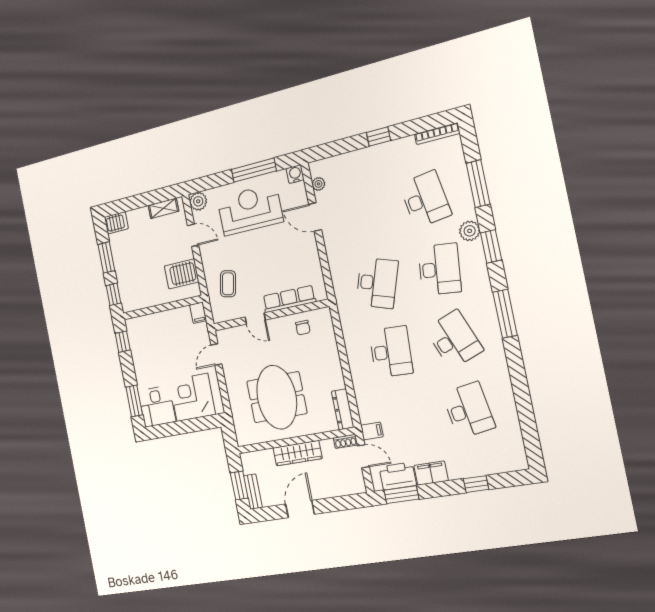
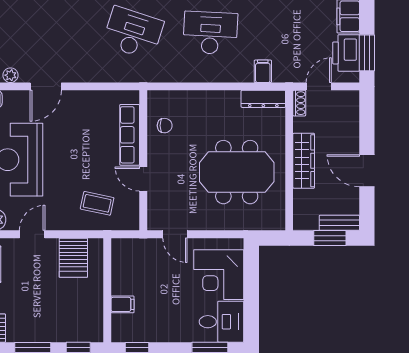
filing cabinet: (198, 313) -> (122, 304), moved
door: (255, 319) -> (143, 179), swing flipped
filing cabinet: (372, 431) -> (263, 71), moved

